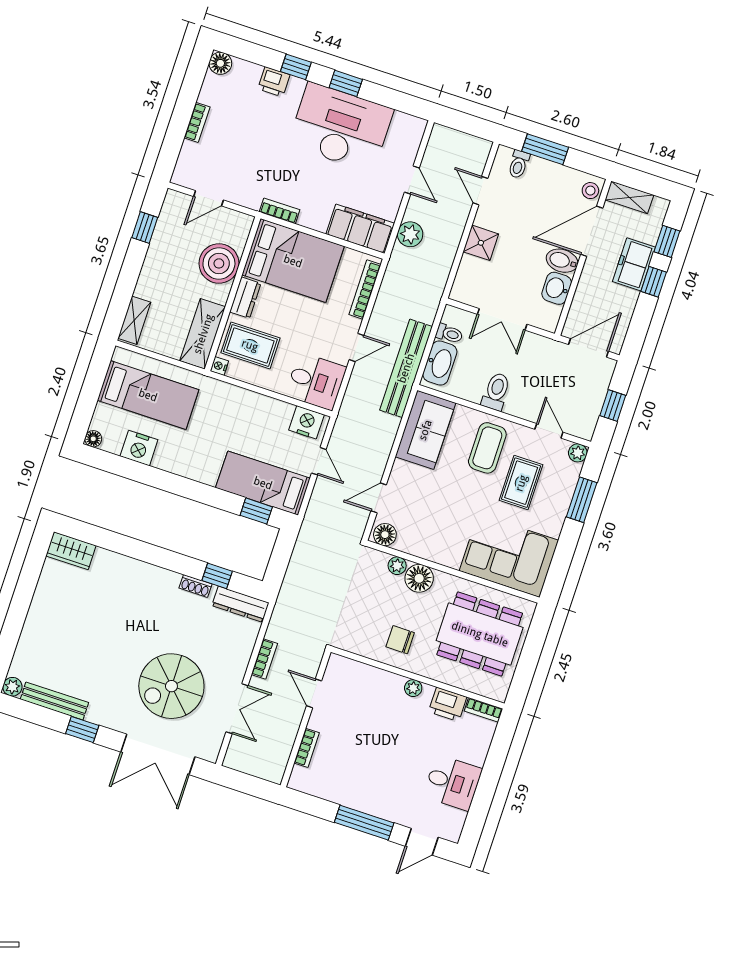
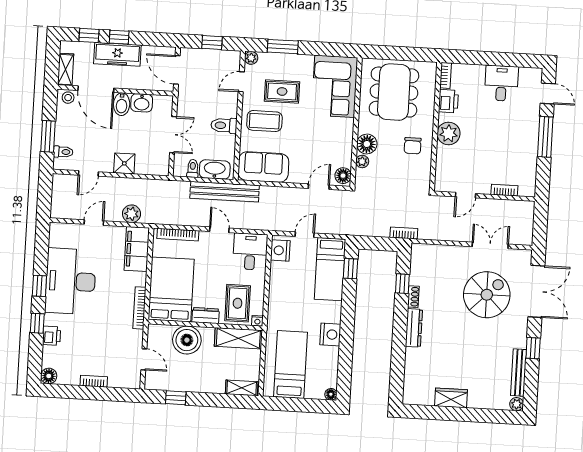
bookcase: (280, 211) -> (139, 308), width x1.56
freezer: (634, 264) -> (117, 54), width x1.40
nightstand: (139, 448) -> (330, 334), moved
door: (379, 498) -> (319, 187), swing flipped
wardrobe: (71, 551) -> (451, 398), moved, turned -90
dresser: (240, 604) -> (414, 328), moved
bookcase: (264, 659) -> (404, 233), moved
spiral stairs: (171, 686) -> (487, 295), turned -90
plant: (413, 688) -> (449, 133), width x1.87, depth x1.87

